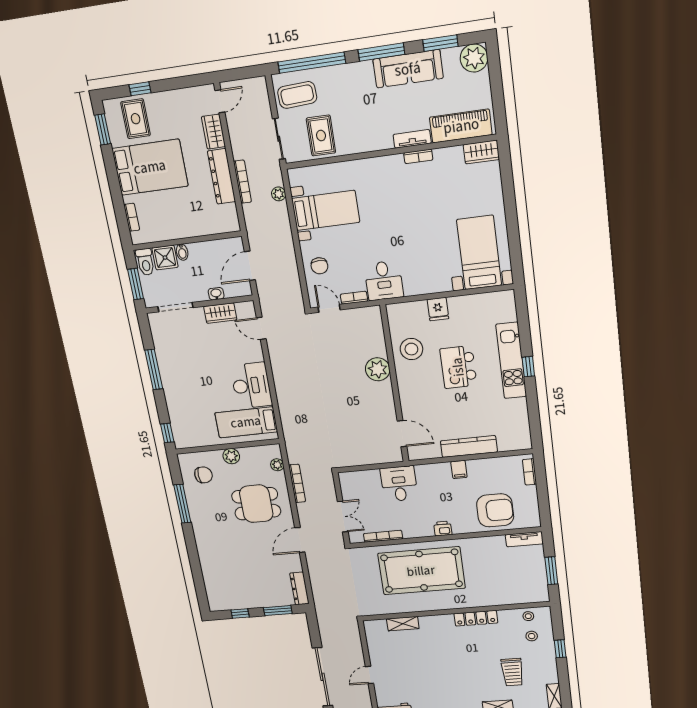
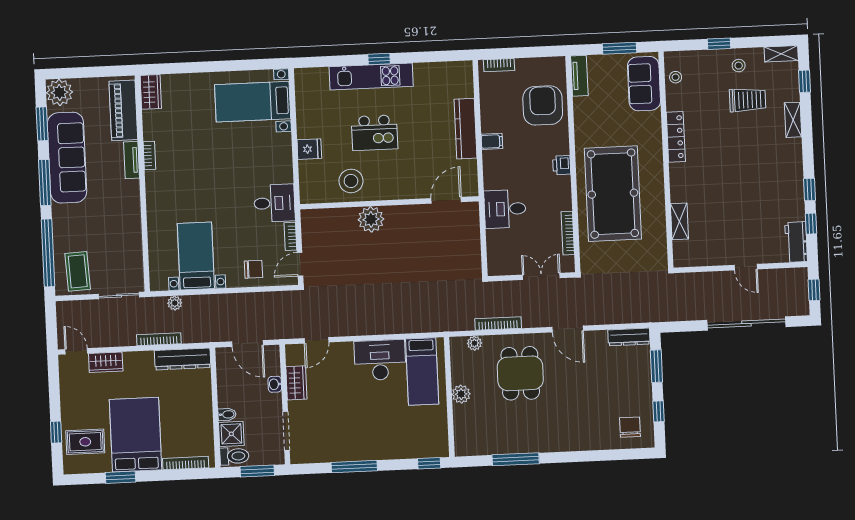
sofa: (408, 69) -> (67, 158), width x1.36, depth x1.27
window: (103, 129) -> (120, 477), moved
rug: (321, 136) -> (120, 252), removed
dresser: (222, 176) -> (182, 359), moved
bookcase: (132, 217) -> (186, 463), width x1.56
chair: (203, 475) -> (630, 427), moved
sofa: (521, 592) -> (644, 84), added
stool: (532, 636) -> (739, 66), moved

